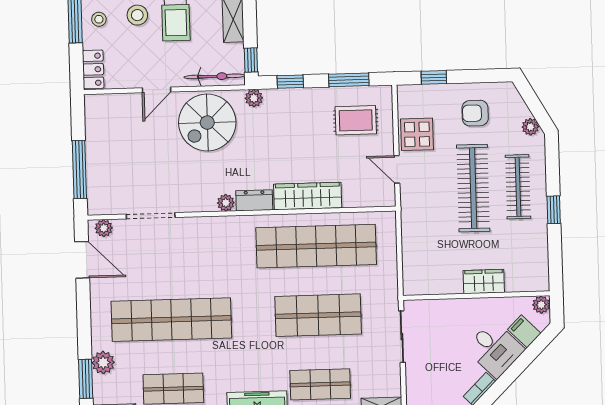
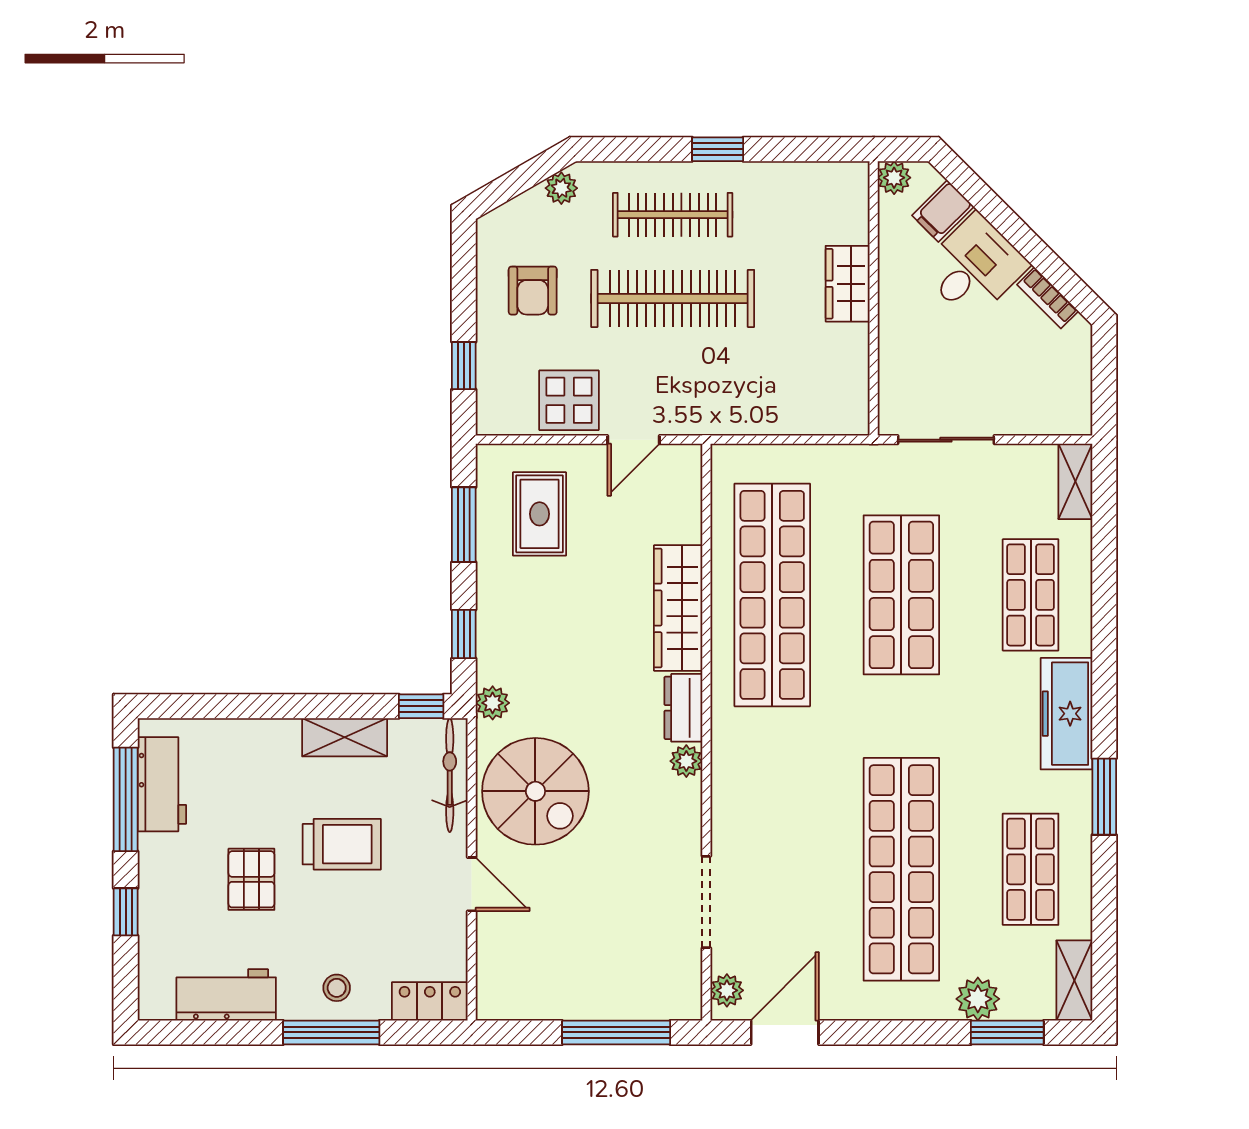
stool: (137, 15) -> (331, 916), removed

